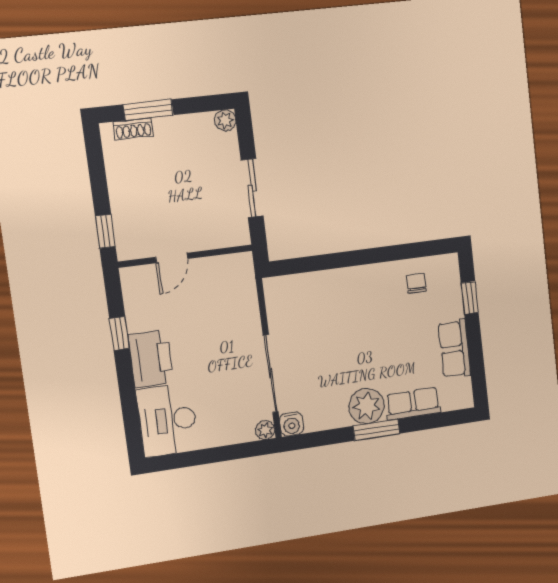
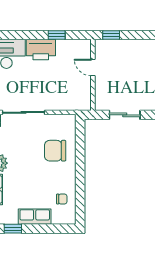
window: (470, 298) -> (13, 229), moved
chair: (333, 307) -> (55, 151), added
row of seats: (454, 349) -> (35, 217), moved

